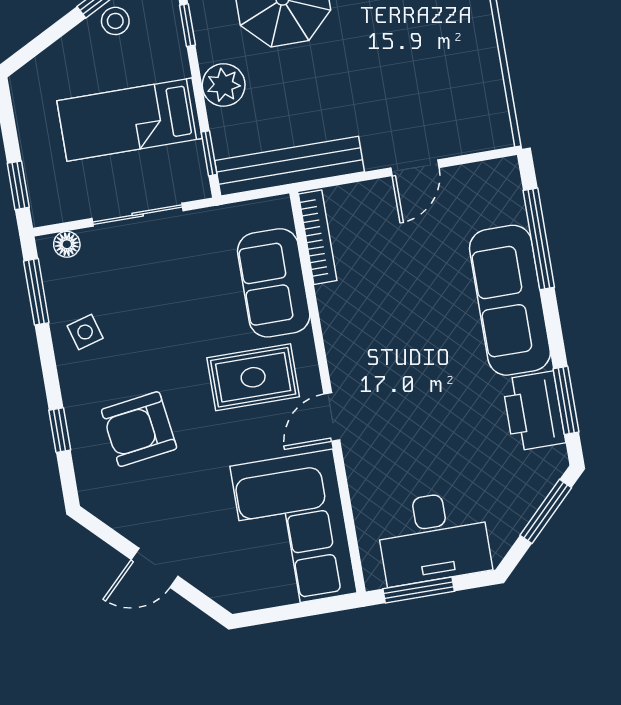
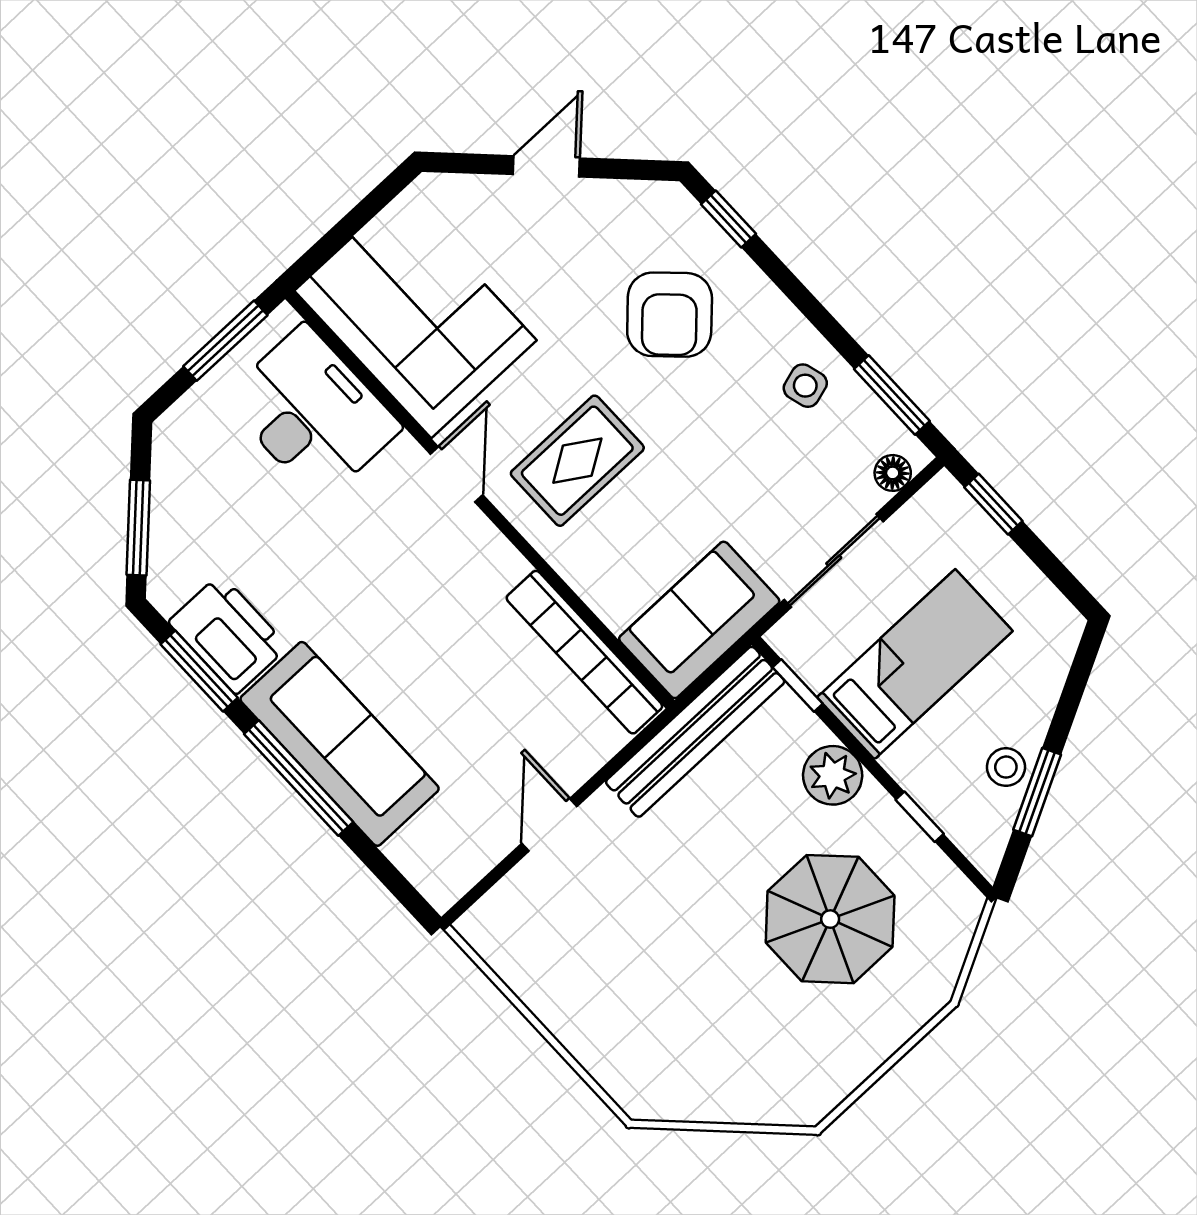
bookcase: (318, 237) -> (584, 652), width x1.48, depth x1.31
window: (539, 239) -> (299, 778), moved
sofa: (274, 283) -> (699, 620), moved, turned -90
armchair: (139, 429) -> (670, 315), turned 142
window: (60, 430) -> (728, 219), moved
desk: (433, 538) -> (312, 413), moved, turned 90

